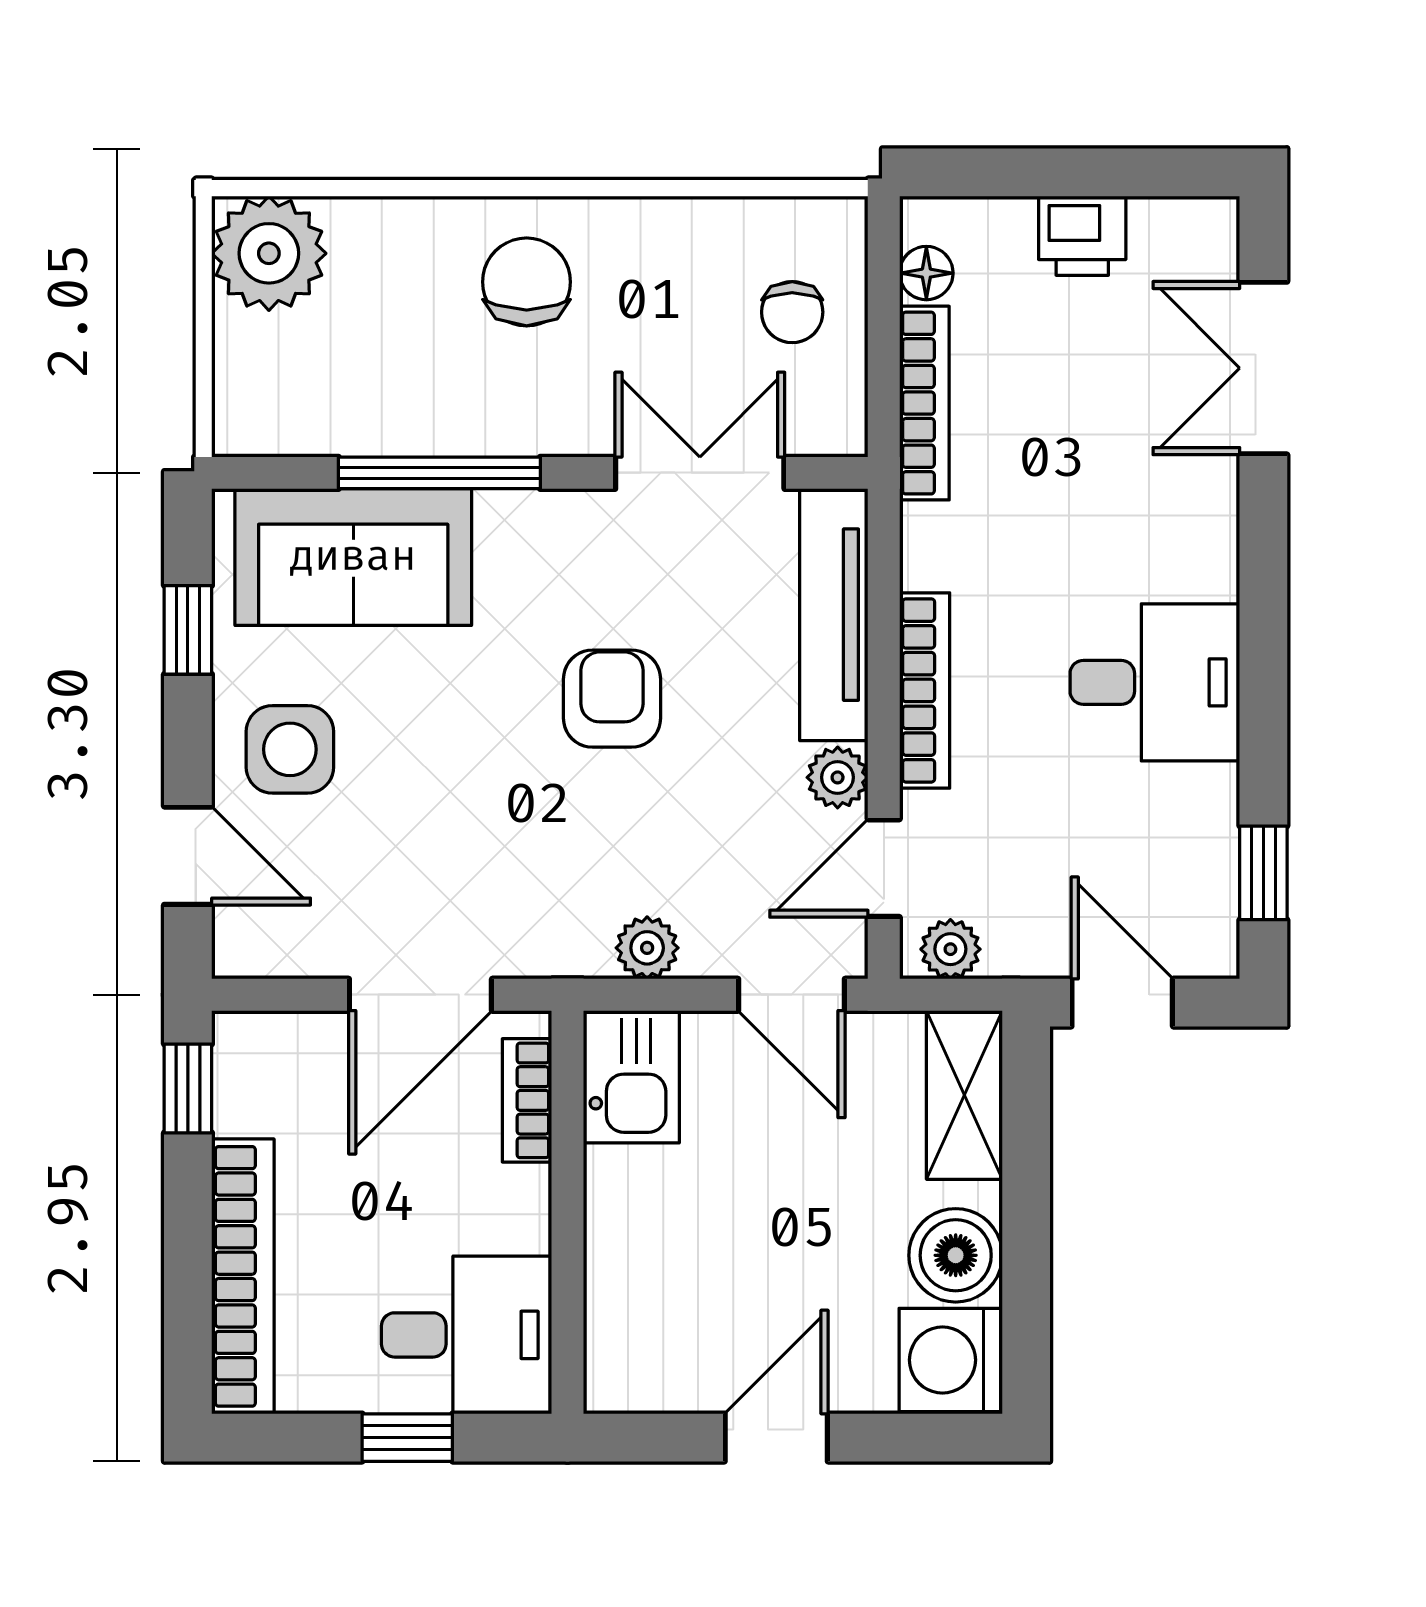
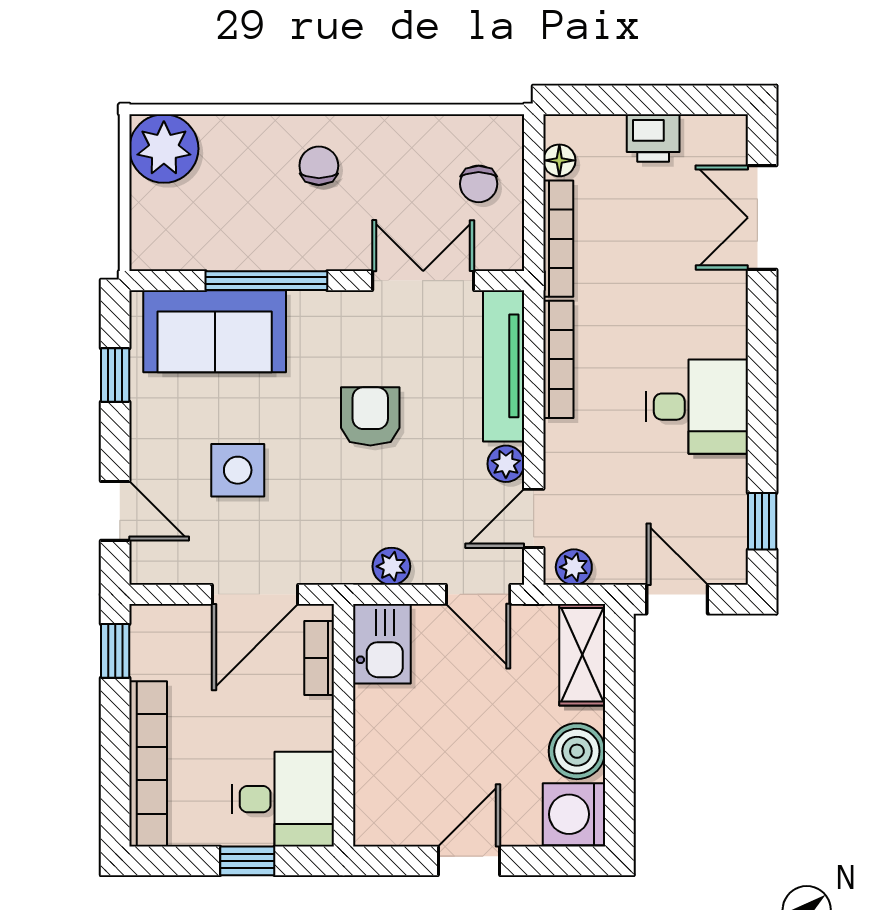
chair: (527, 282) -> (319, 166), width x0.73, depth x0.73
bookcase: (925, 690) -> (558, 359), moved
side table: (290, 749) -> (238, 470), moved

